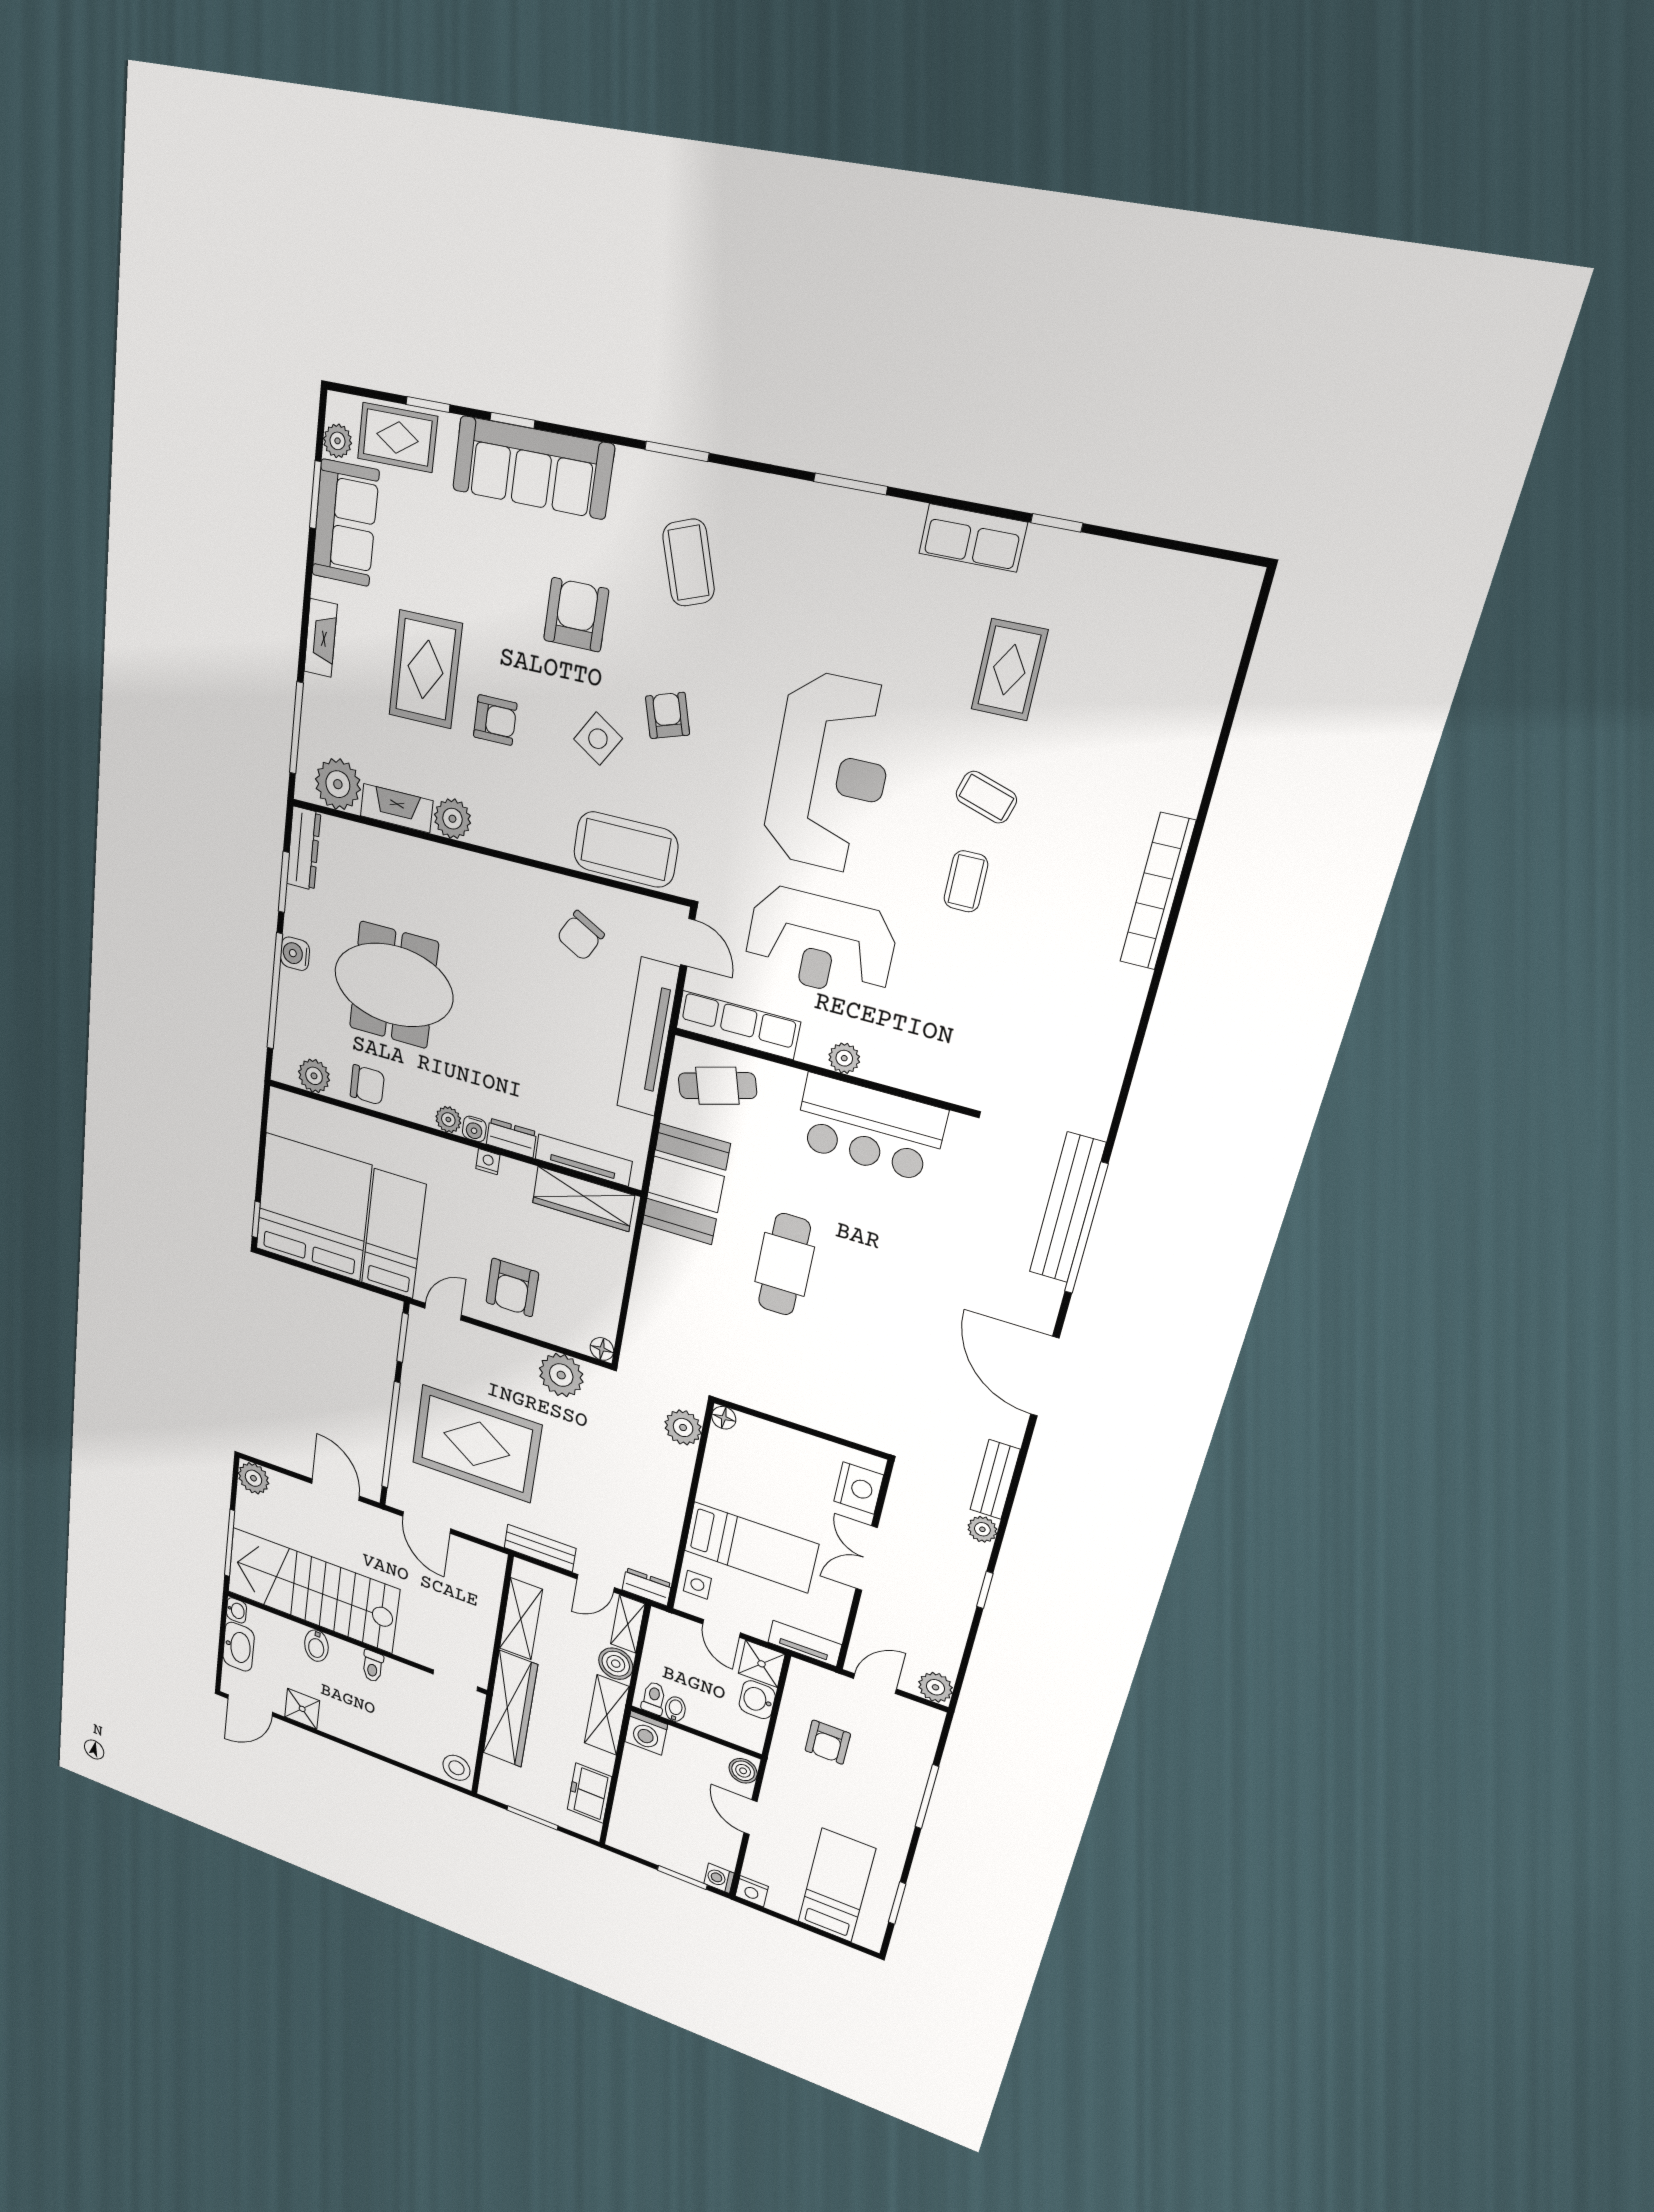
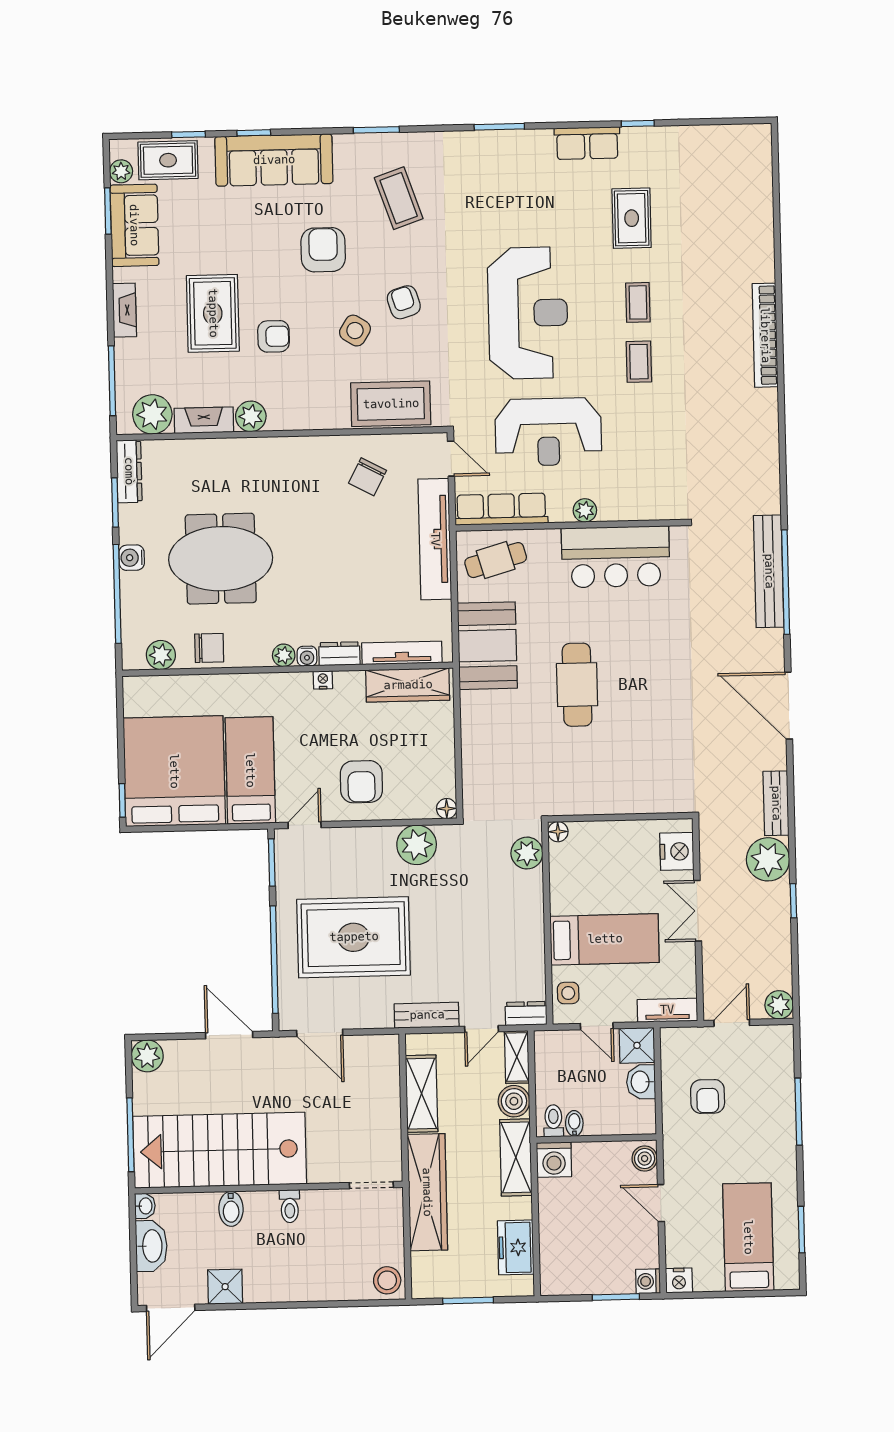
coffee table: (986, 797) -> (638, 302), turned 73
plant: (982, 1529) -> (768, 859), width x1.88, depth x1.88

